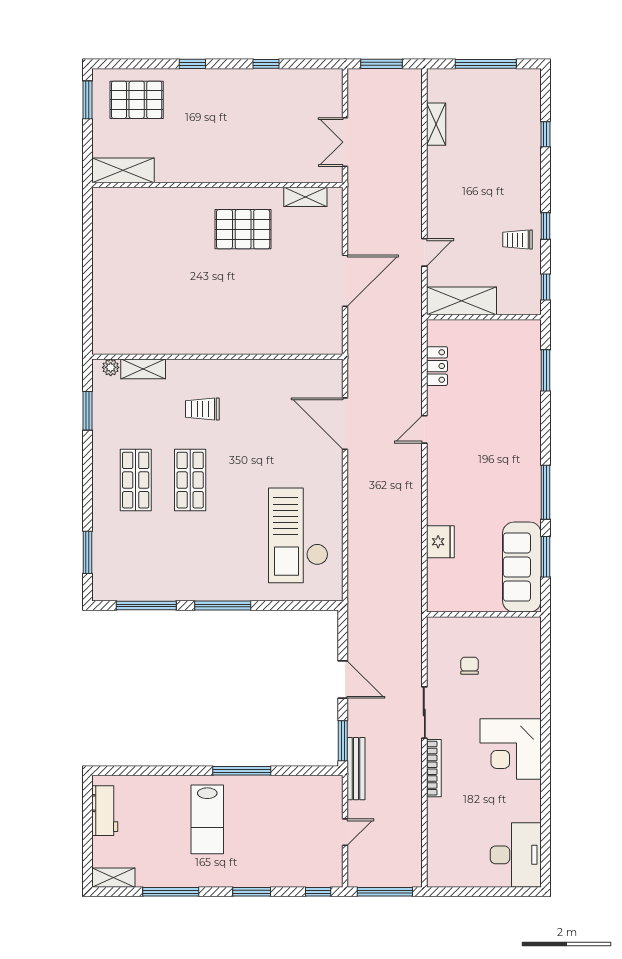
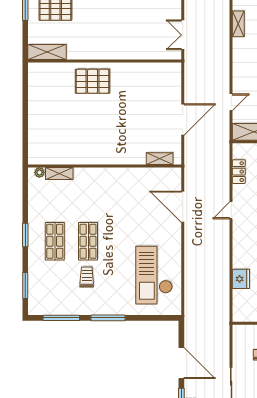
shelving: (305, 197) -> (160, 159), moved
pallet: (243, 229) -> (93, 81), moved
trolley: (202, 409) -> (87, 277), moved, turned 90
window: (87, 411) -> (25, 235), moved
door: (343, 680) -> (181, 363), width x1.36

